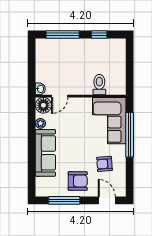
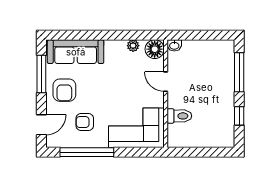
door: (60, 96) -> (166, 82), moved
window: (130, 135) -> (87, 152), moved
sofa: (45, 153) -> (76, 52), moved
armchair: (104, 164) -> (85, 122), turned -86

